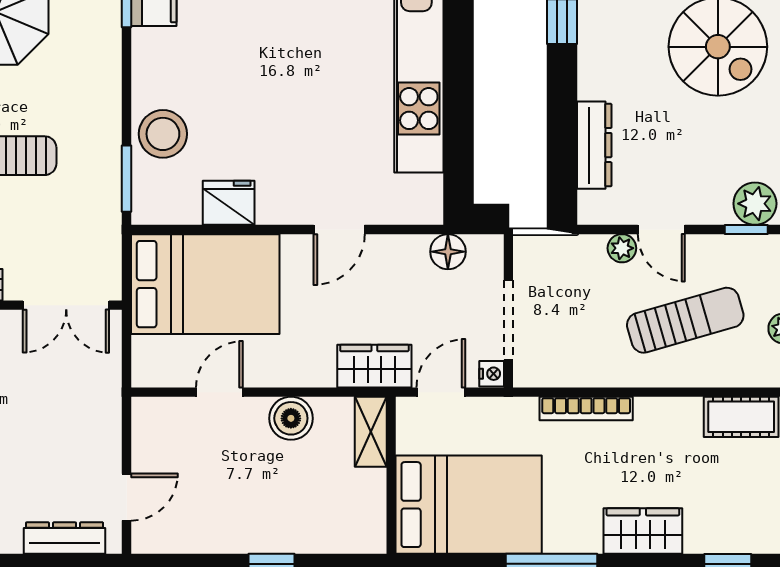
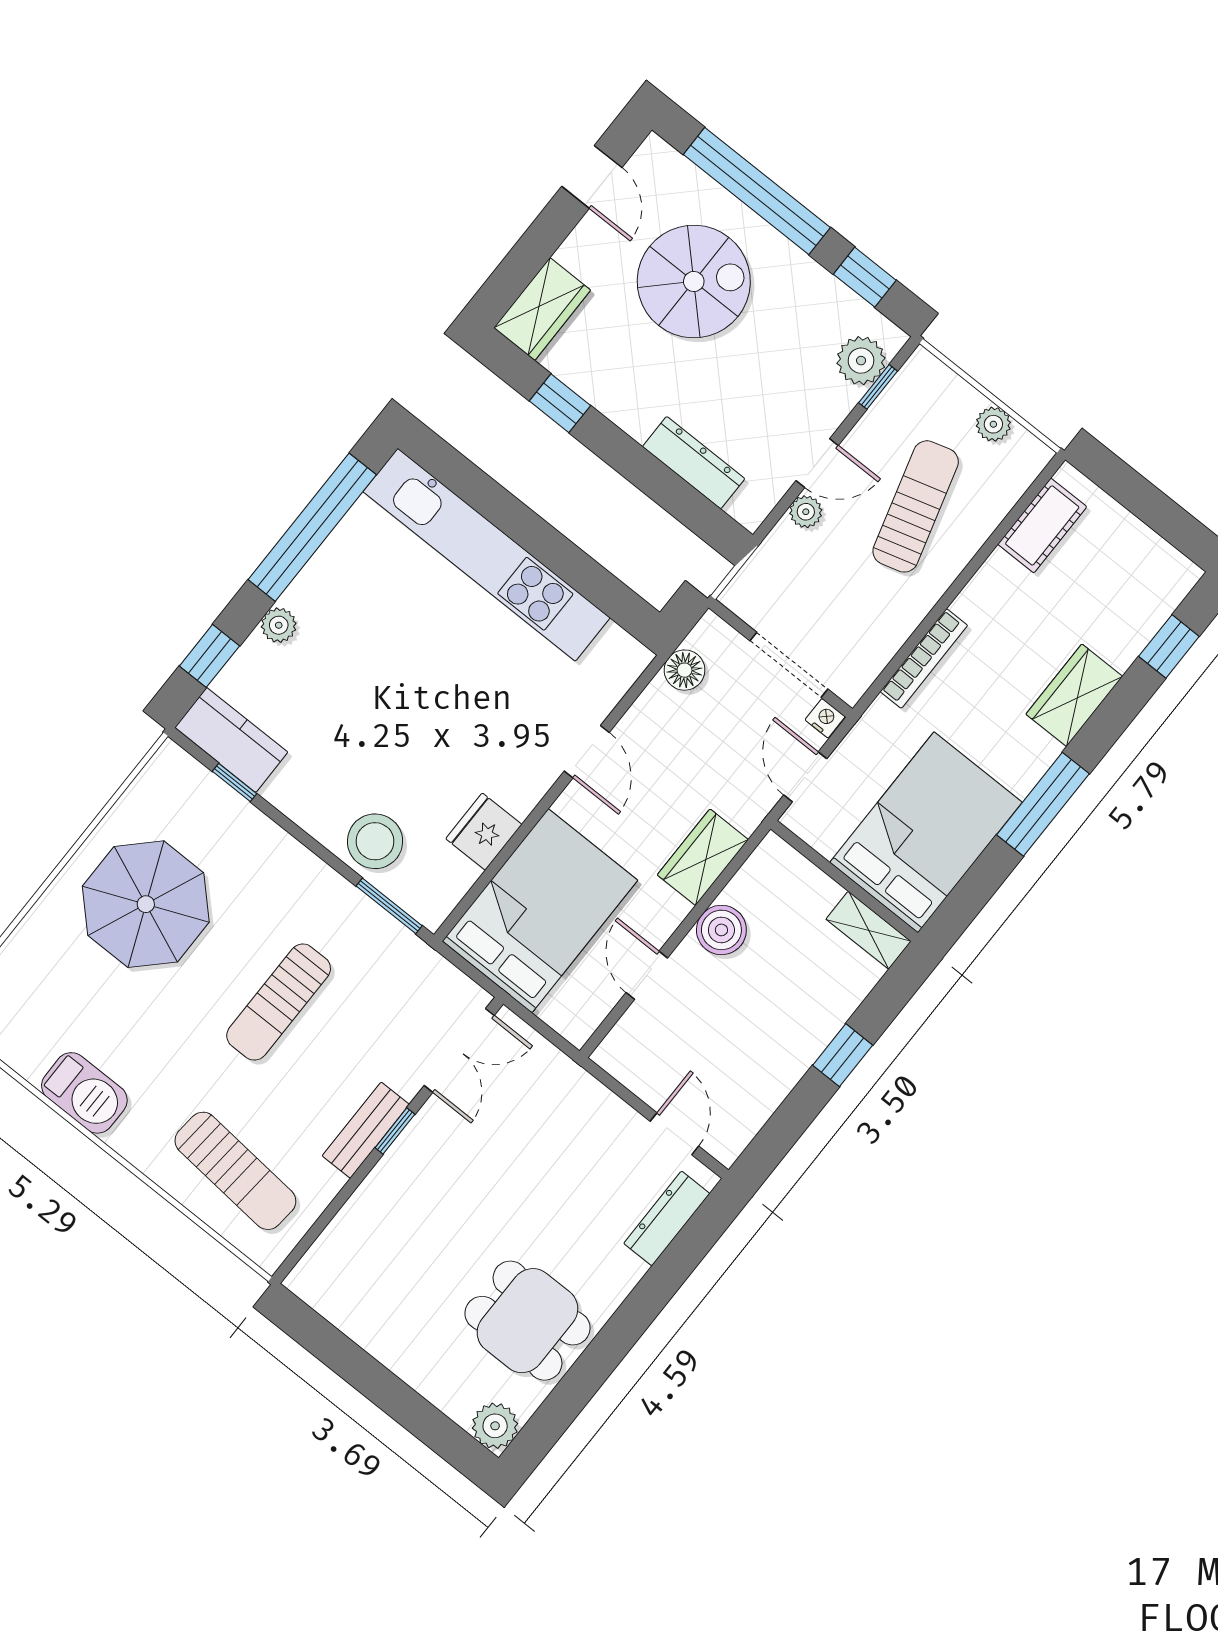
wardrobe: (374, 366) -> (703, 857), moved
shelving: (371, 432) -> (869, 930), moved

